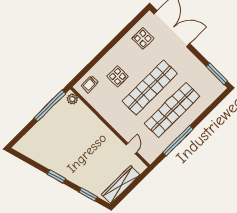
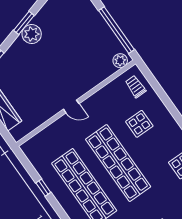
window: (178, 141) -> (43, 188), width x0.32
door: (132, 148) -> (71, 106), moved
plant: (64, 169) -> (32, 34), added

